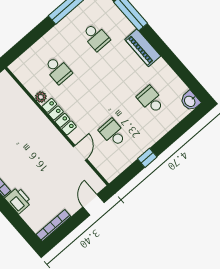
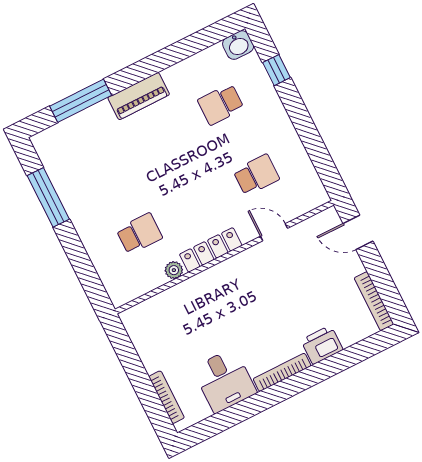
school desk: (96, 37) -> (104, 163), removed
school desk: (113, 133) -> (256, 175), turned 180
window: (147, 158) -> (276, 70), moved

